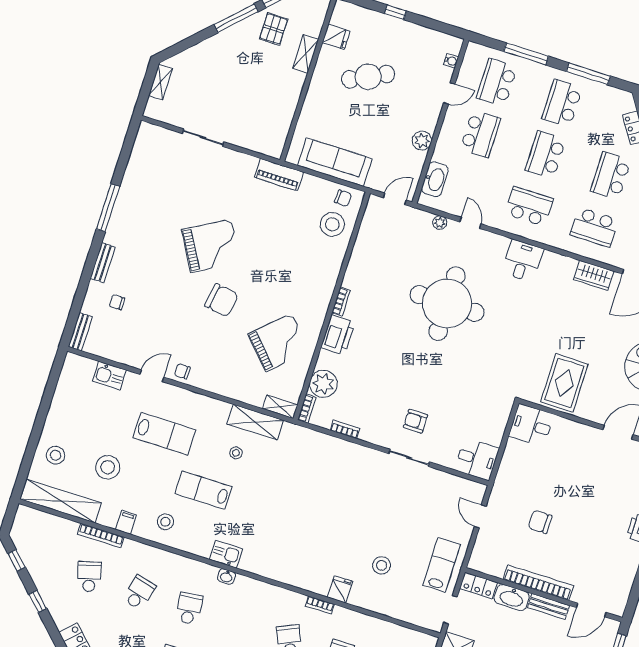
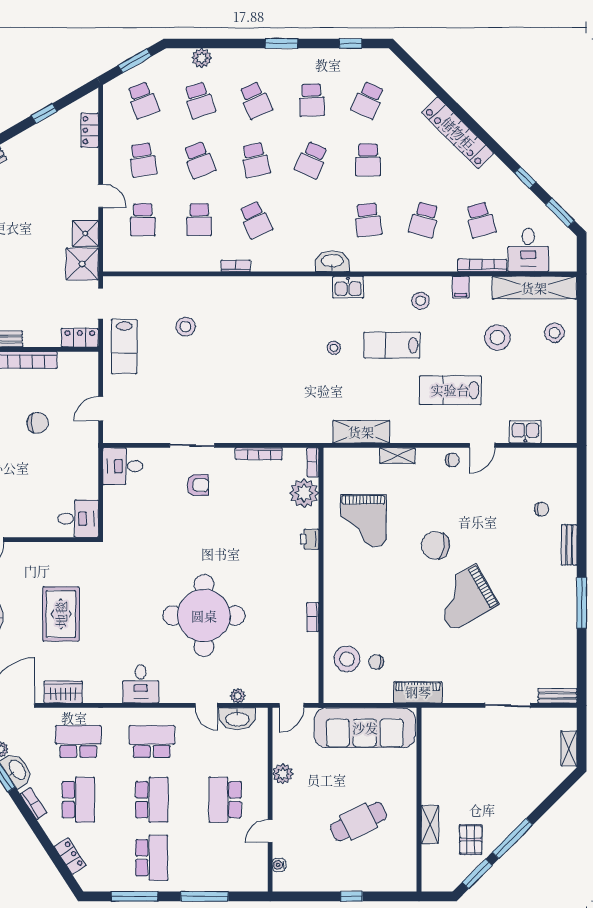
fridge: (336, 37) -> (404, 852), removed
school desk: (497, 82) -> (225, 858), removed
sofa: (335, 162) -> (365, 728), width x1.36, depth x1.27
washbasin: (435, 179) -> (237, 719), moved, turned -90
chair: (343, 198) -> (376, 662), moved
school desk: (529, 206) -> (152, 742), turned 180
bookcase: (341, 302) -> (313, 617), moved
bench: (80, 332) -> (557, 696), moved, turned 90
printer: (338, 335) -> (310, 539), width x0.53, depth x0.68
grand piano: (279, 343) -> (363, 521), turned -47
rug: (564, 383) -> (61, 614), moved
shelving: (280, 407) -> (397, 456), moved
bookcase: (345, 429) -> (259, 454), width x1.56
stool: (236, 453) -> (334, 348), moved
lab bench: (203, 490) -> (392, 345), turned 180
door: (480, 516) -> (101, 409), swing flipped
desk: (55, 536) -> (528, 250), added
window: (17, 560) -> (560, 213), width x1.50
washbasin: (226, 577) -> (332, 261), width x1.91, depth x1.45
fridge: (340, 589) -> (220, 289), removed
washbasin: (512, 598) -> (42, 336), removed

